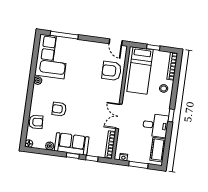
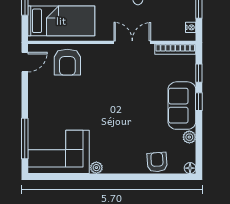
armchair: (59, 109) -> (134, 131), removed
double door: (119, 116) -> (132, 42), swing flipped

